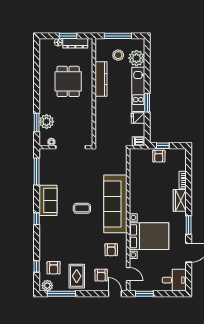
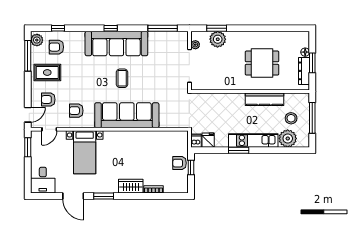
fridge: (138, 118) -> (208, 140), moved
sofa: (48, 200) -> (116, 44), width x1.85, depth x1.27
bed with nightstands: (149, 236) -> (85, 152), width x0.73

